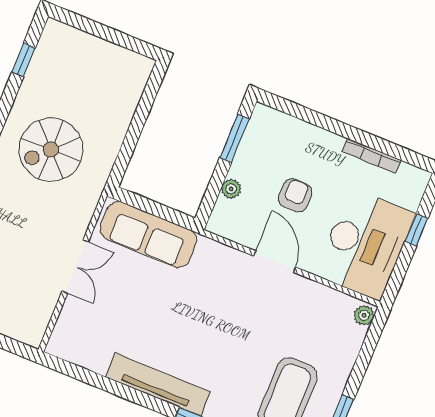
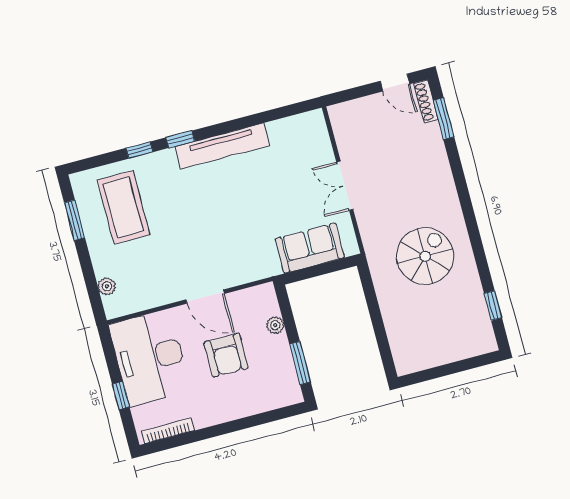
bookcase: (371, 156) -> (168, 431), moved
armchair: (295, 195) -> (226, 355), width x1.38, depth x1.38
sofa: (148, 234) -> (310, 248), width x0.73
plant: (364, 315) -> (107, 286), moved

